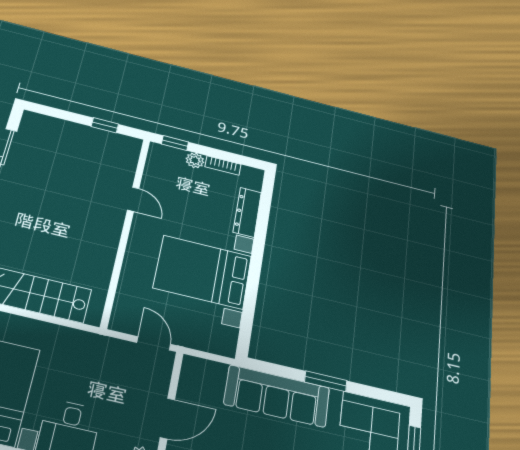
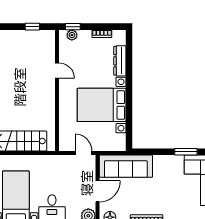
plant: (195, 160) -> (72, 35), moved
window: (326, 381) -> (186, 152), moved
sofa: (277, 396) -> (126, 166), moved

